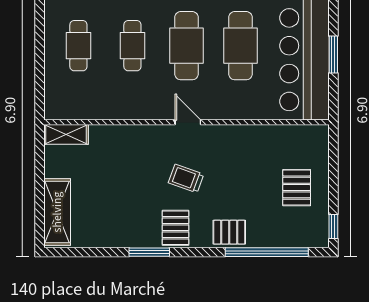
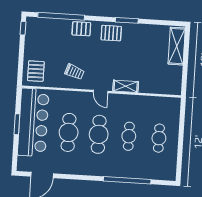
shelving: (66, 134) -> (126, 86), moved
trolley: (186, 178) -> (74, 72), moved
pallet: (297, 188) -> (36, 71), moved
pallet: (176, 228) -> (111, 33), turned 90

